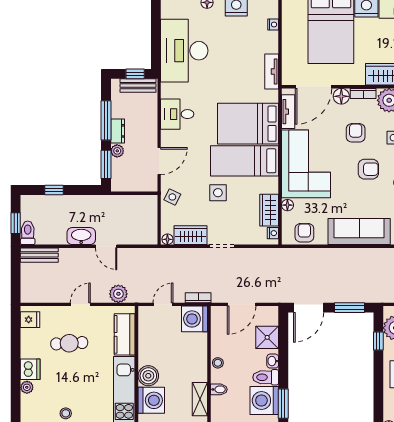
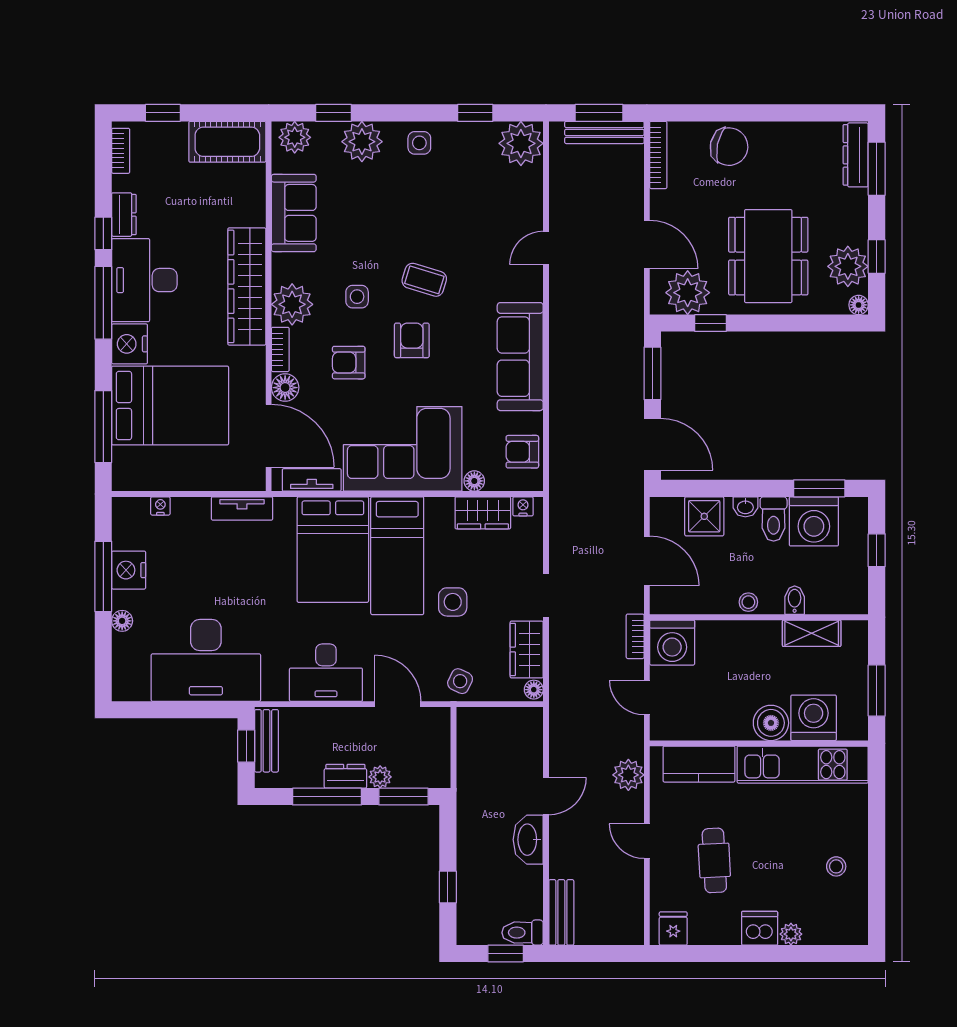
desk: (177, 114) -> (326, 673), width x1.37

